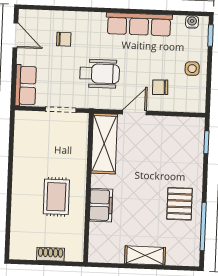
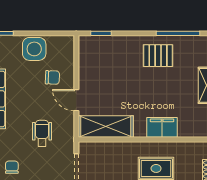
side table: (192, 69) -> (34, 49), width x1.87, depth x1.87
wheelchair: (100, 74) -> (42, 133), width x0.73, depth x0.73
chair: (160, 87) -> (52, 77), turned -86

